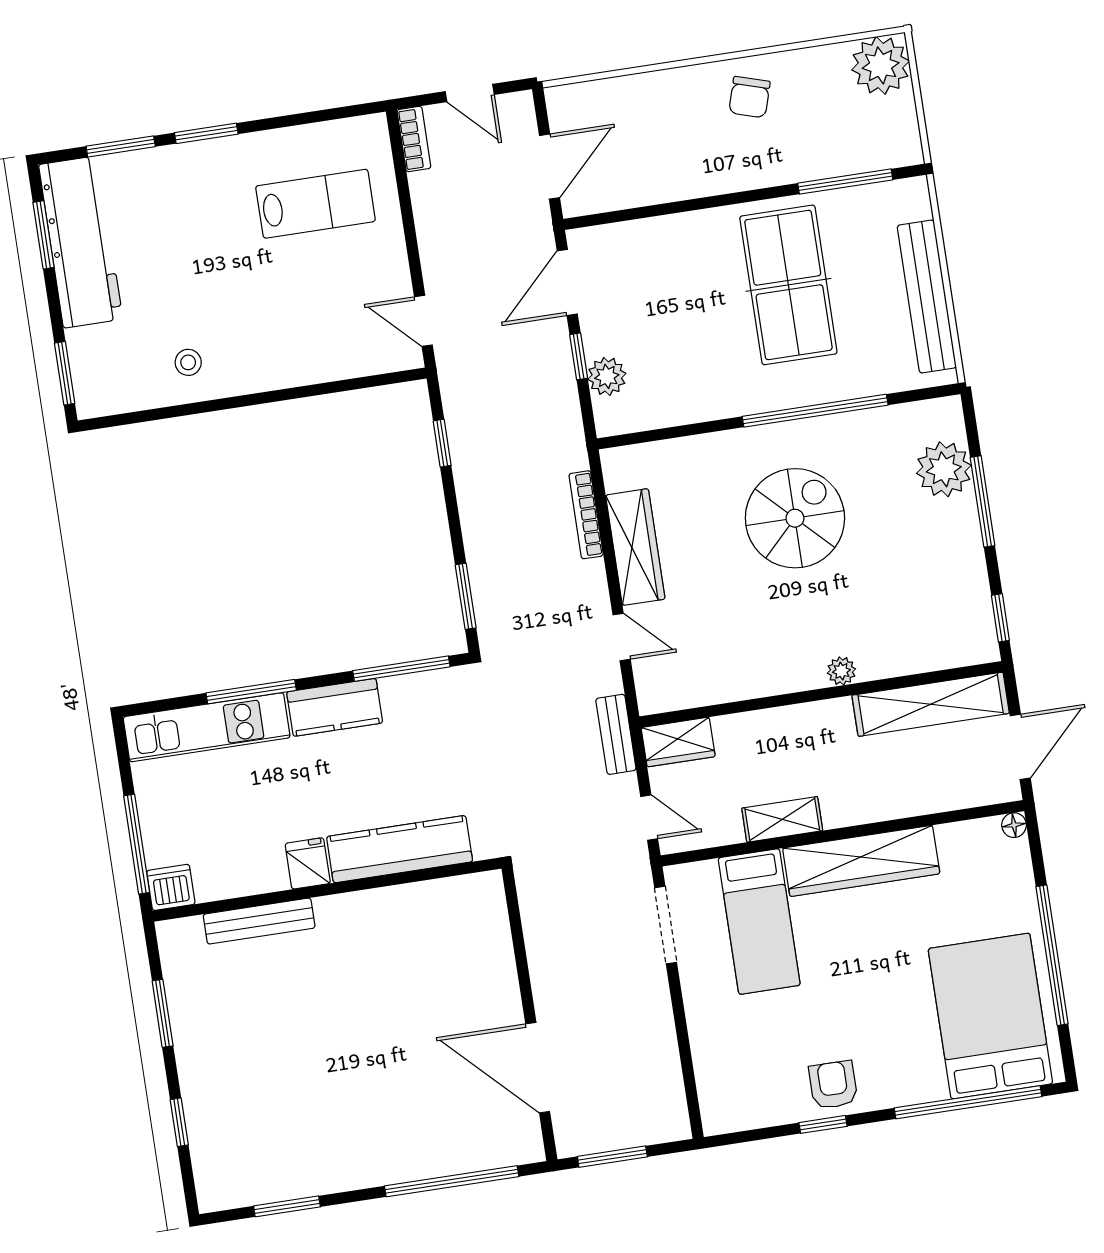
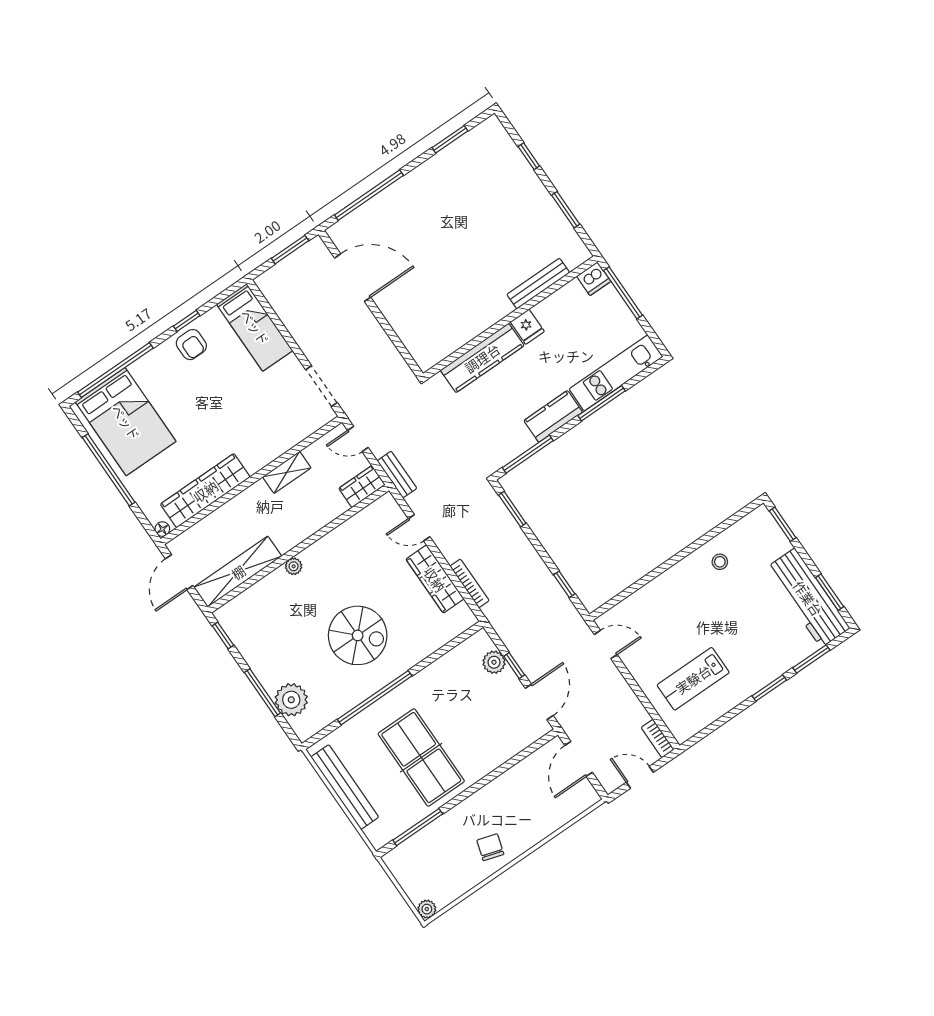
plant: (881, 65) -> (427, 909), width x0.53, depth x0.53
spiral stairs: (795, 518) -> (358, 635), turned -90
wardrobe: (861, 861) -> (205, 491), moved
bed: (759, 922) -> (255, 327), moved, turned 180

